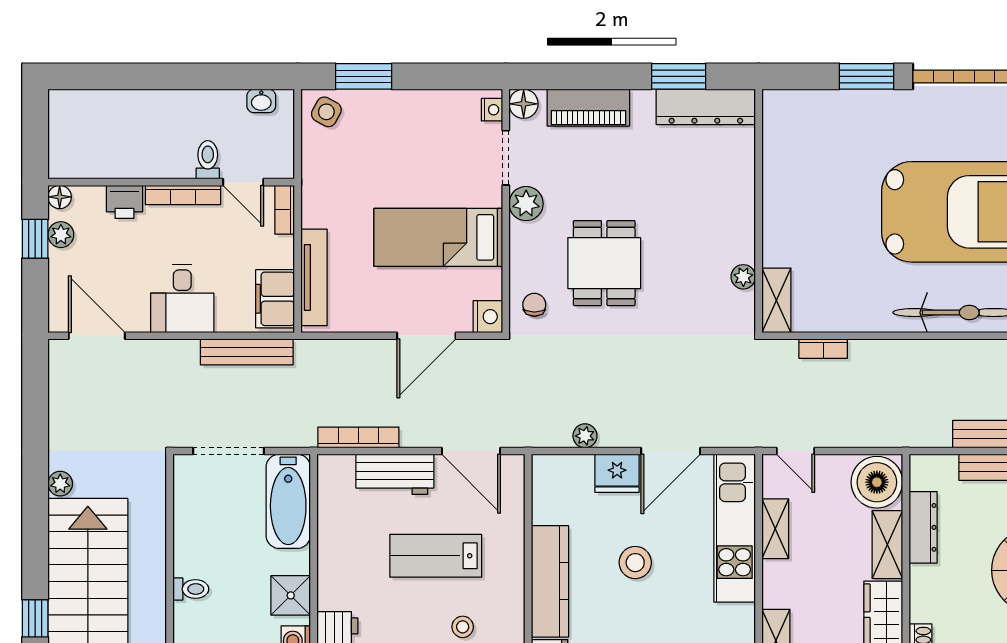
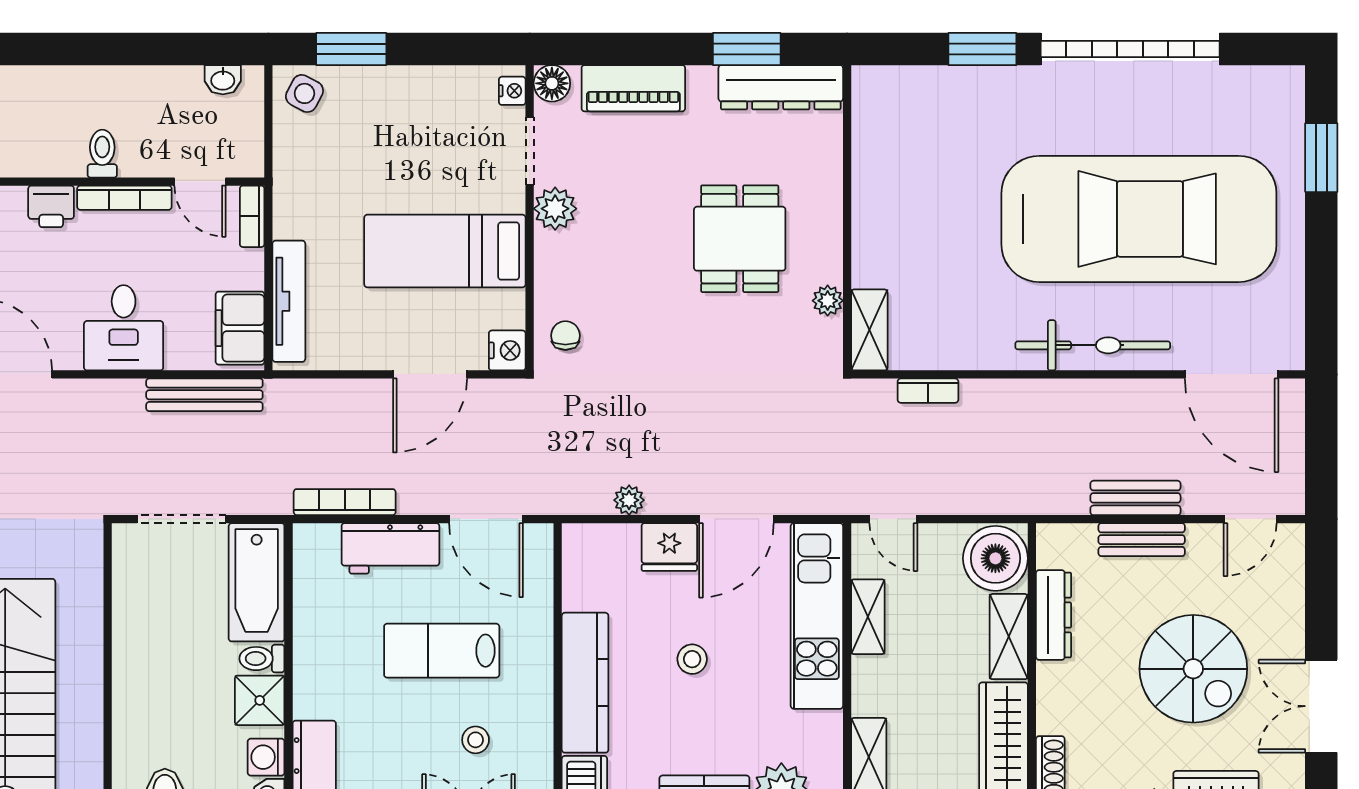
toilet: (208, 160) -> (102, 154), moved
dining table: (604, 263) -> (740, 239), moved
stool: (635, 563) -> (692, 659), width x0.73, depth x0.73
toilet: (191, 589) -> (262, 659), moved, turned 180

